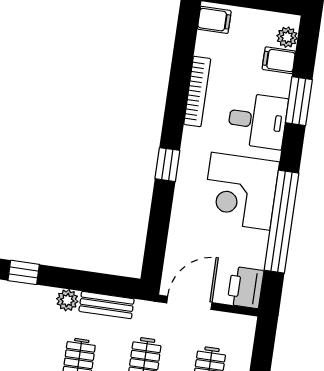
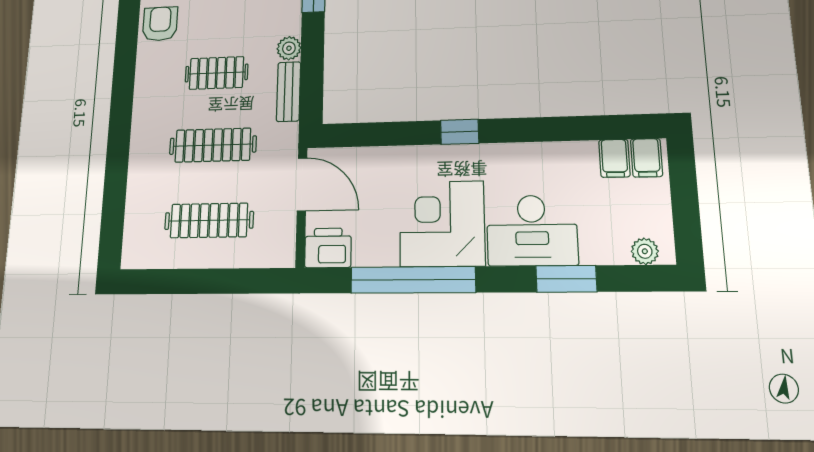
filing cabinet: (279, 60) -> (614, 158), moved, turned 180
bookcase: (197, 91) -> (554, 152), removed
desk: (257, 121) -> (532, 230), width x1.37

